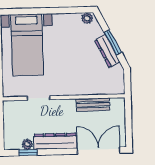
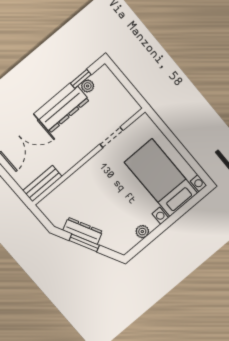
plant: (87, 18) -> (142, 232), moved
bench: (93, 105) -> (42, 183), moved

